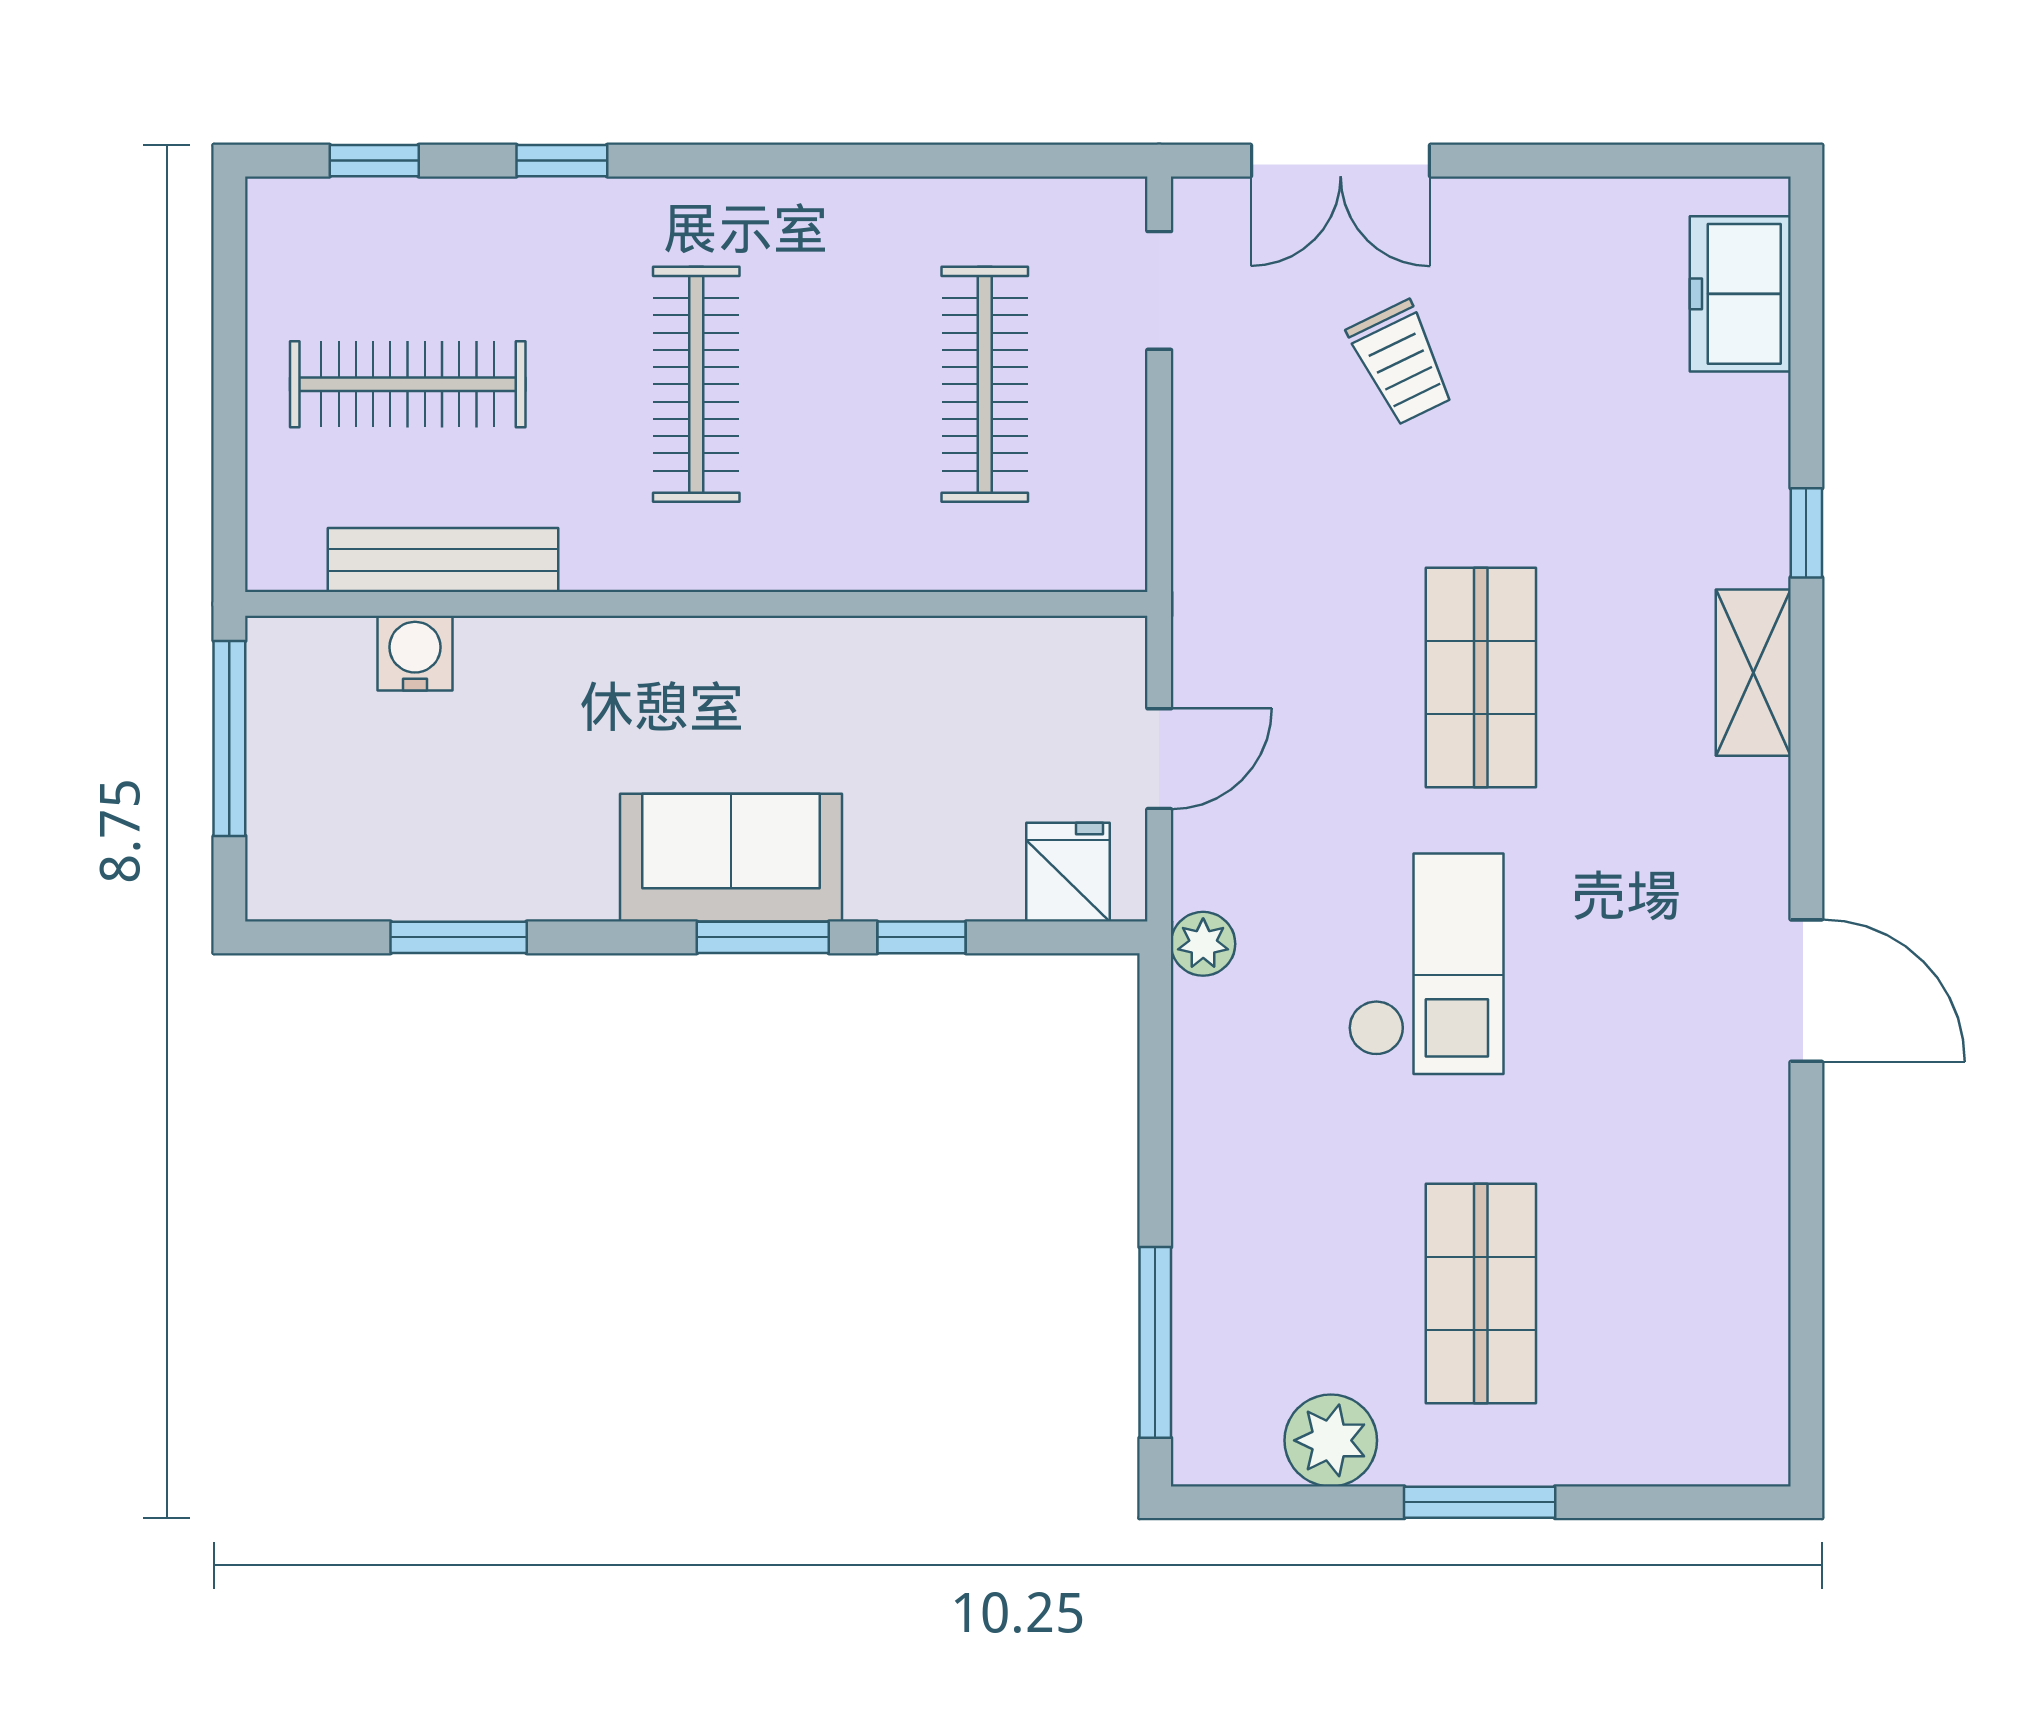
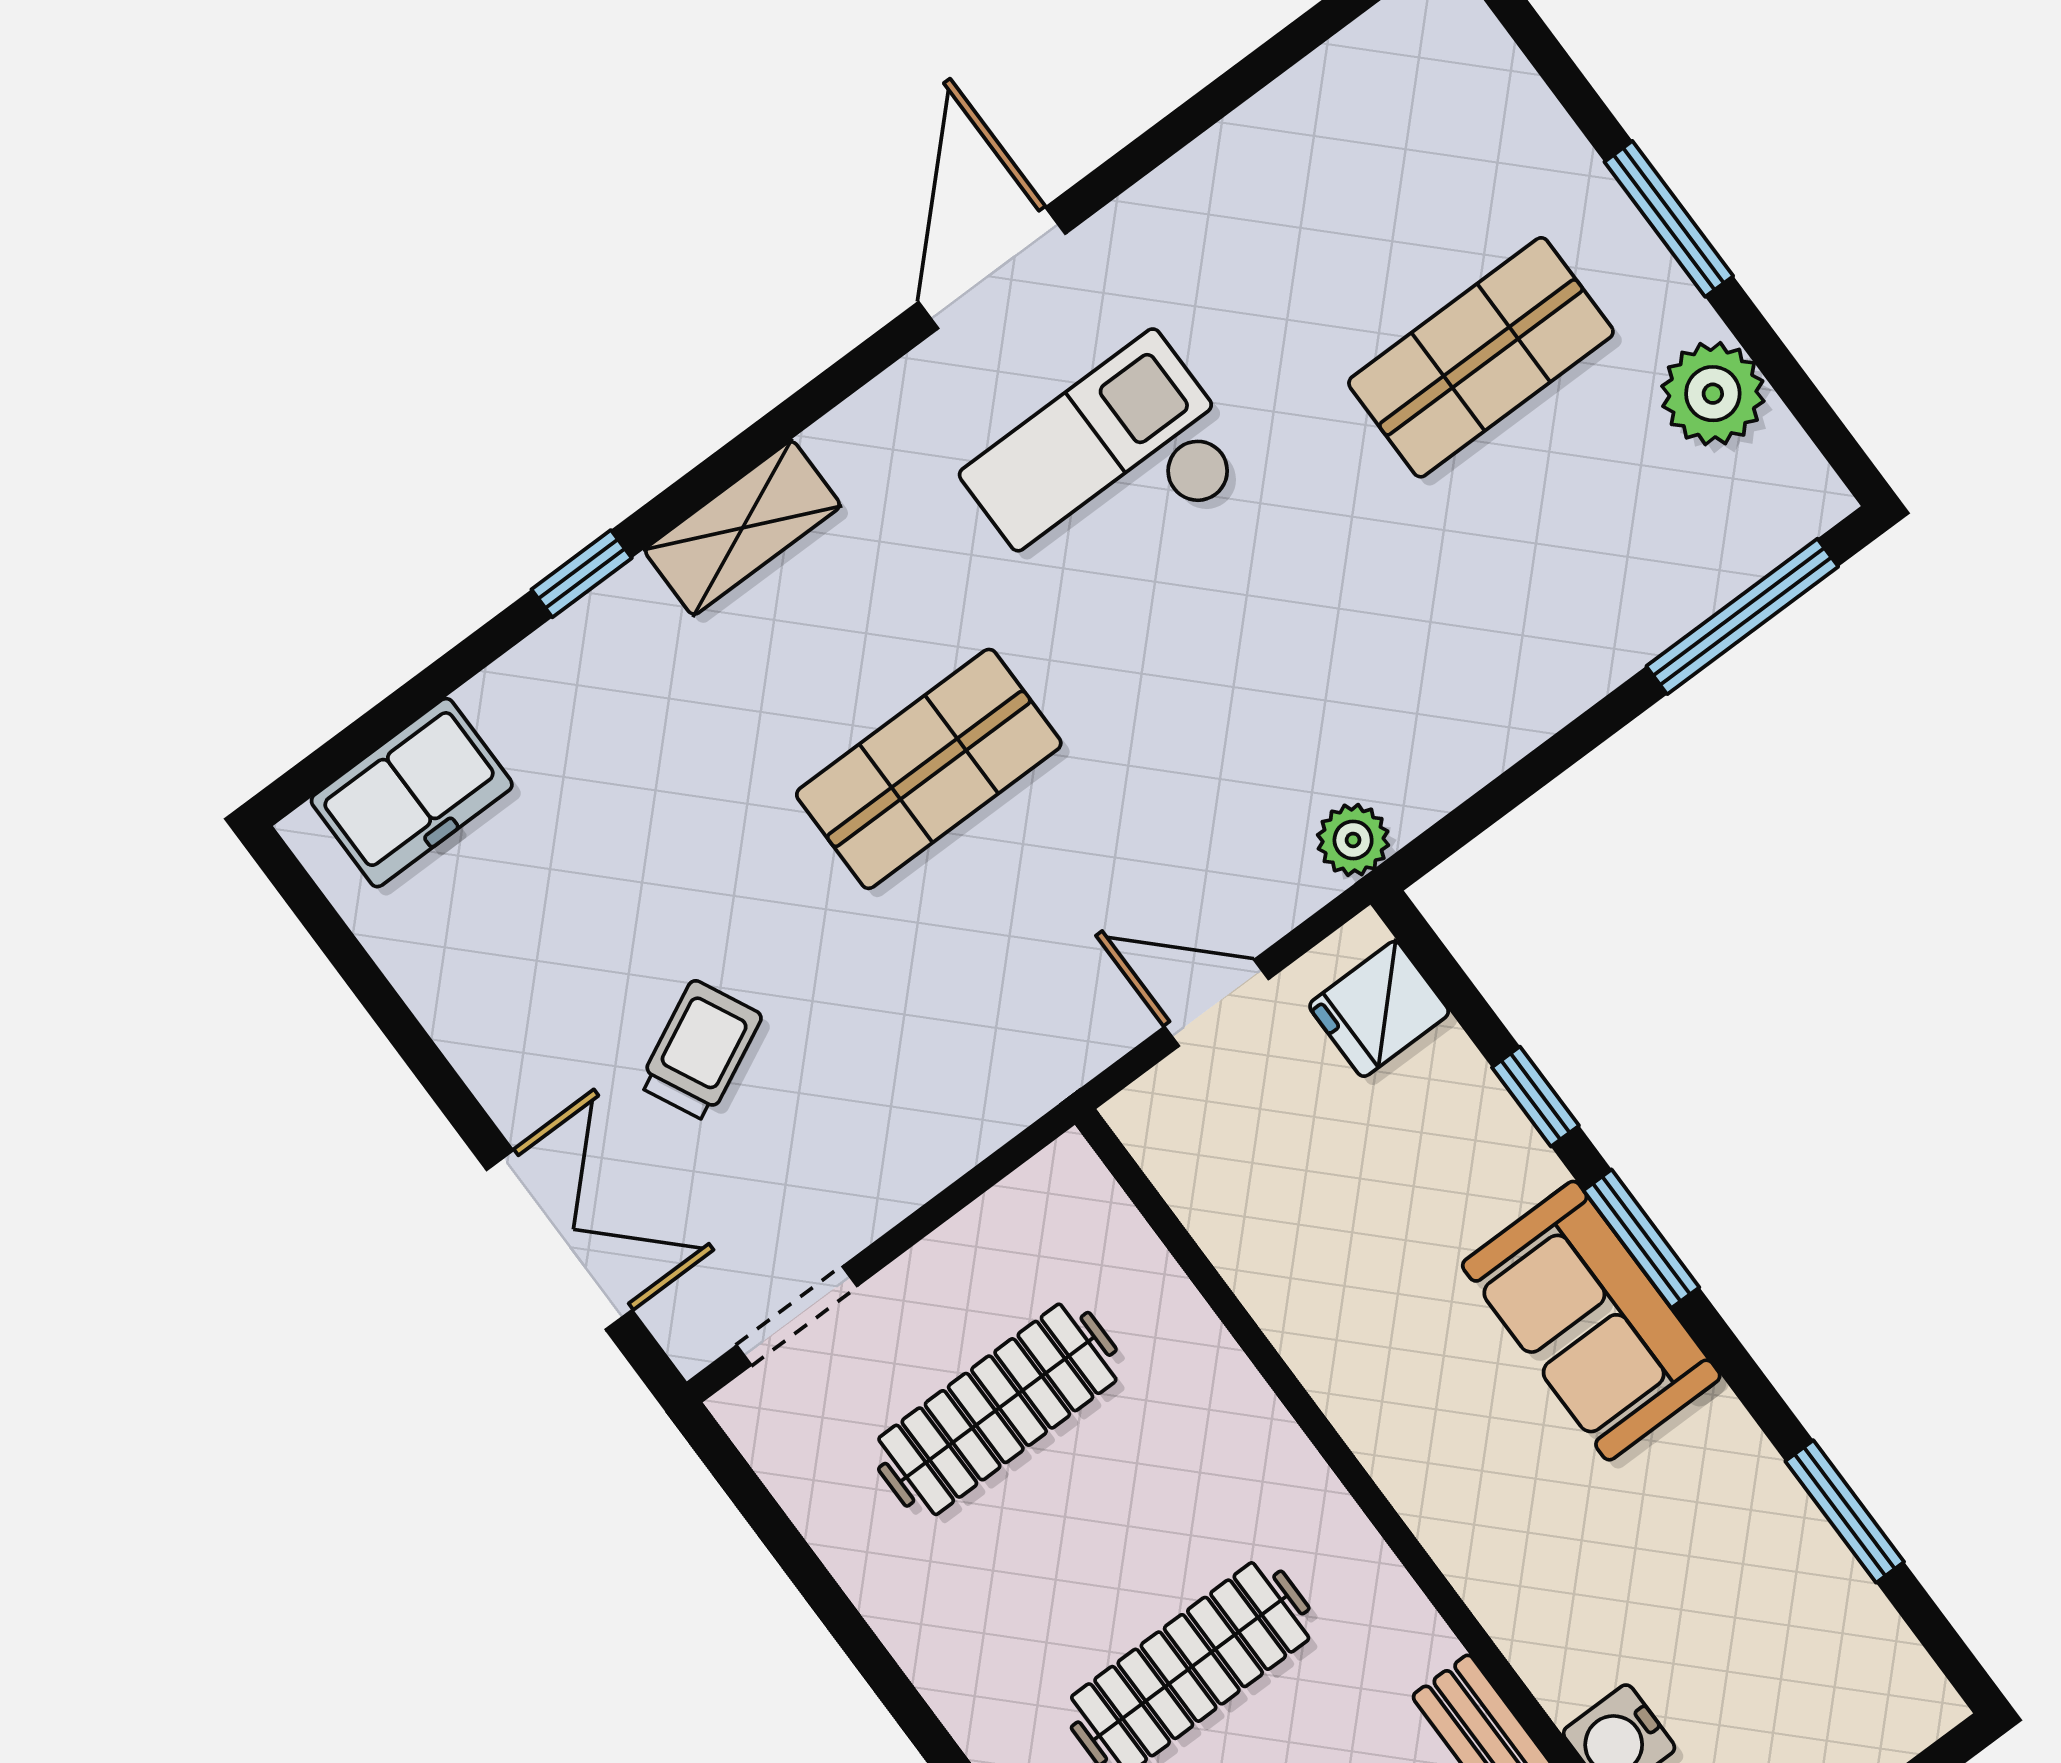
checkout: (1426, 964) -> (1107, 469), moved

